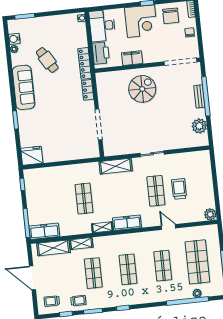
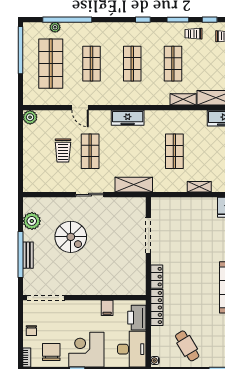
filing cabinet: (132, 58) -> (107, 308), width x0.50
cafe table: (47, 60) -> (187, 346), moved
spiral stairs: (142, 89) -> (71, 237), moved, turned -90
shelving: (102, 227) -> (199, 187), moved

